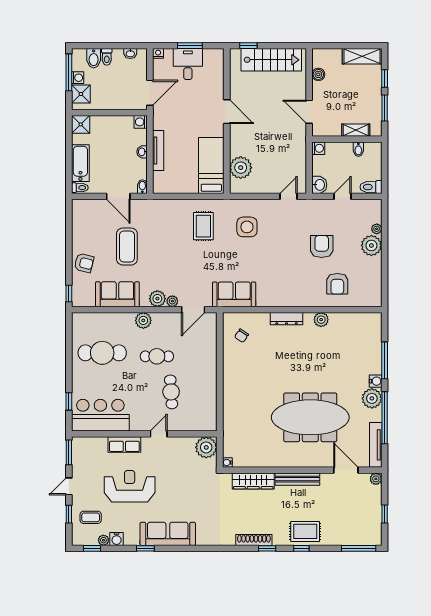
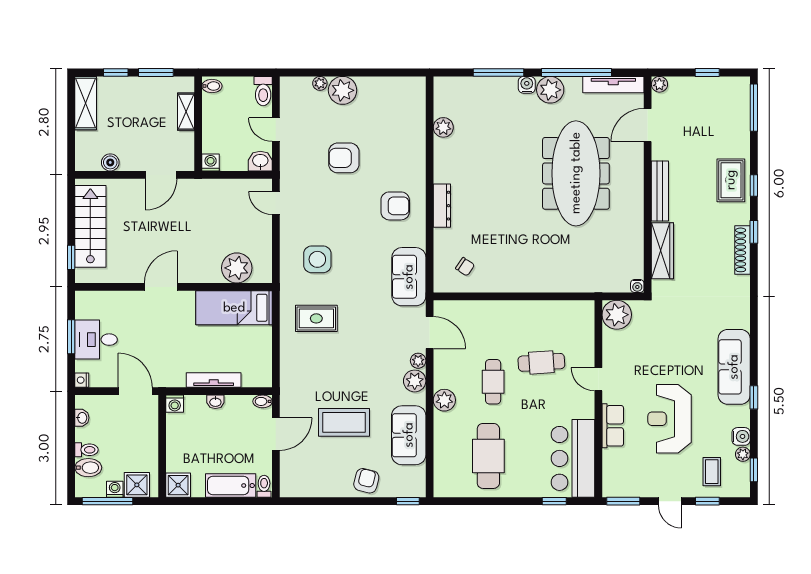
bidet: (358, 149) -> (212, 86), moved
armchair: (337, 284) -> (395, 206), moved
plant: (321, 320) -> (443, 127), moved

